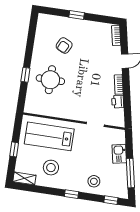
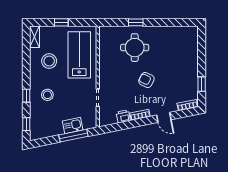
window: (77, 15) -> (202, 84), moved
armchair: (64, 46) -> (146, 80), moved
window: (130, 173) -> (73, 136), moved
stool: (94, 181) -> (47, 95), moved
window: (71, 194) -> (26, 96), moved

